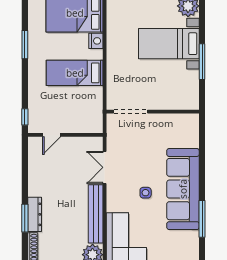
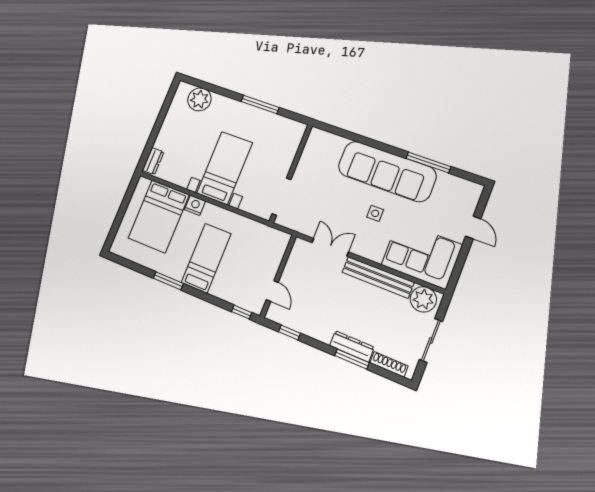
bed with nightstands: (169, 44) -> (224, 168), moved, turned 180
bed: (75, 73) -> (206, 258), moved, turned 180
window: (25, 162) -> (289, 332), added
double door: (105, 167) -> (330, 247), swing flipped

